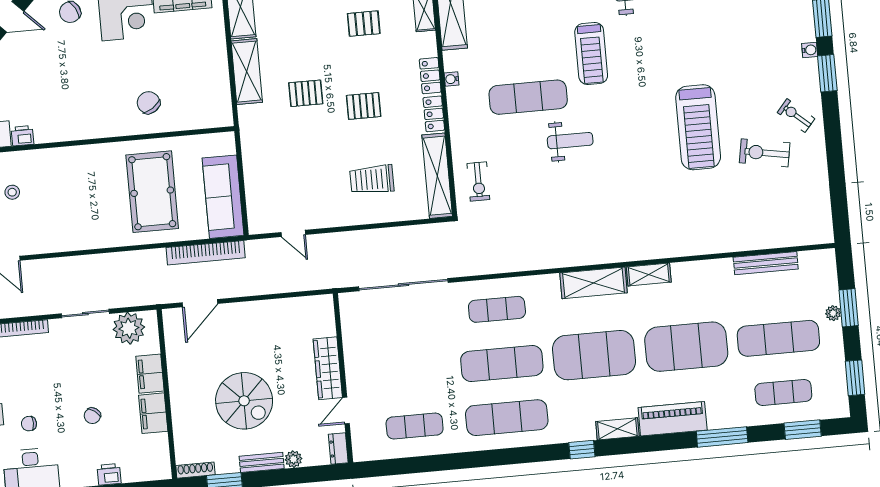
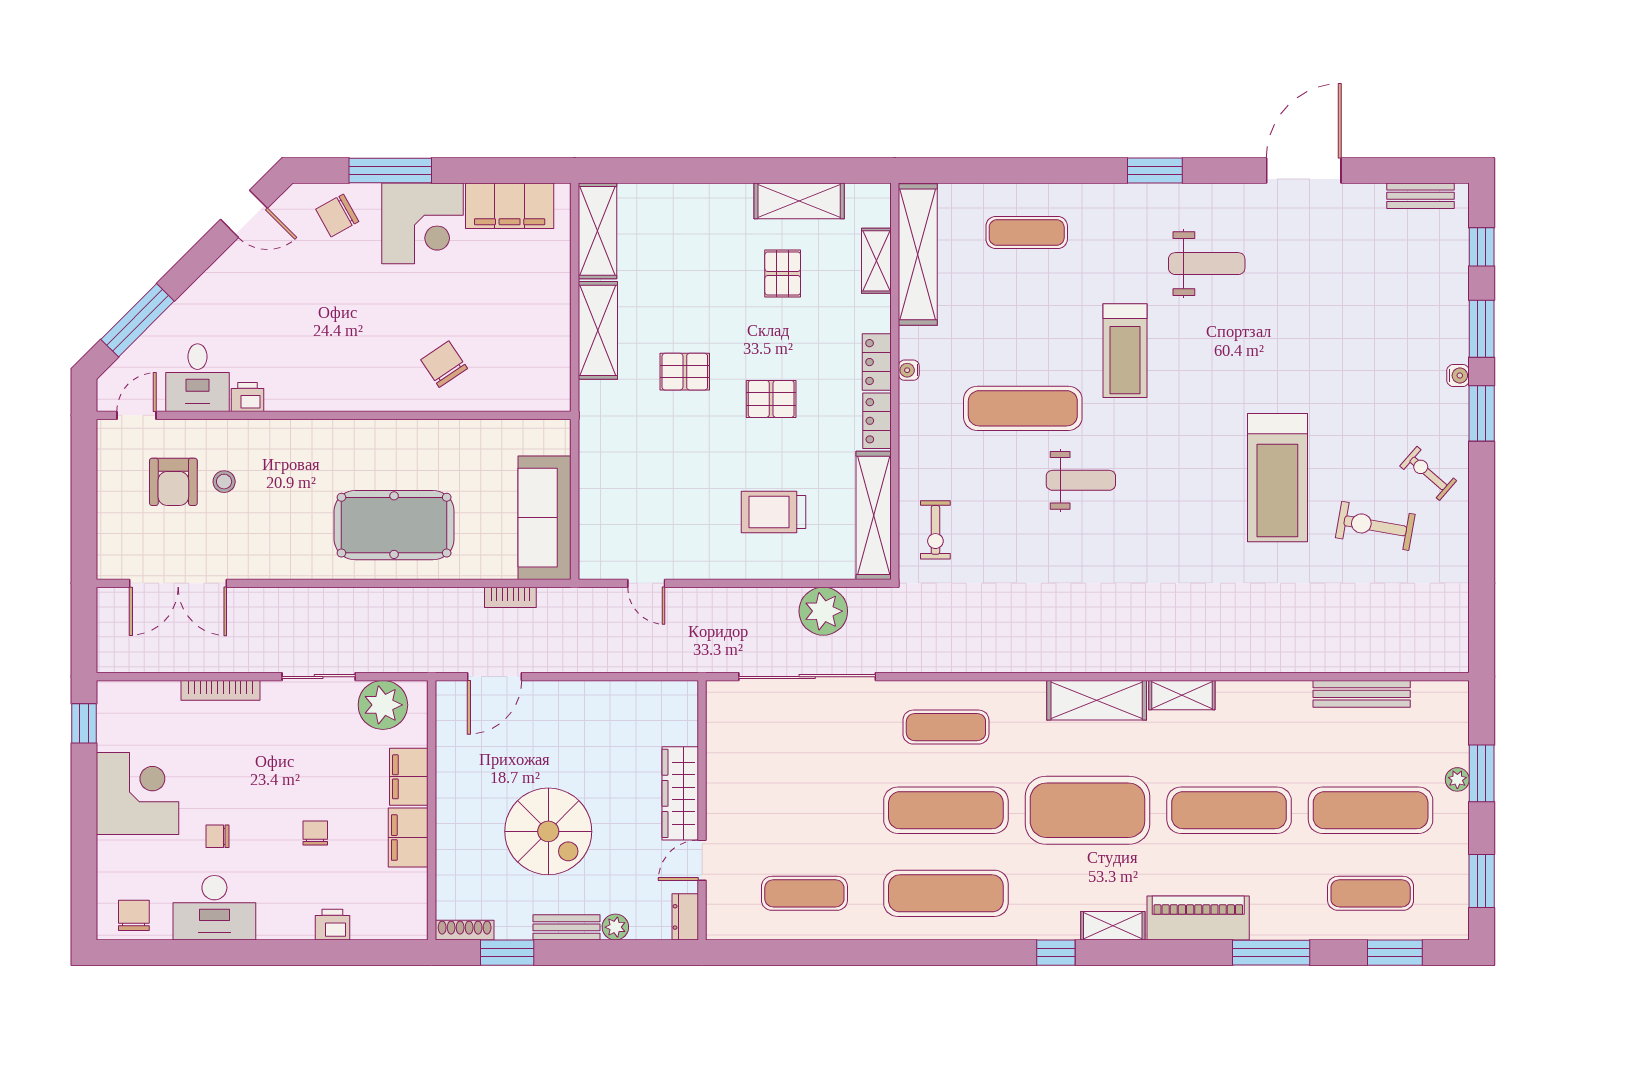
pallet: (364, 24) -> (783, 274), turned 90
pool table: (152, 192) -> (394, 525), moved, turned 90
plant: (410, 241) -> (823, 611), added
bookcase: (206, 253) -> (510, 597), width x0.43, depth x0.76
exercise mat: (686, 347) -> (1229, 810), width x0.68
chair: (92, 416) -> (315, 833), turned 144

